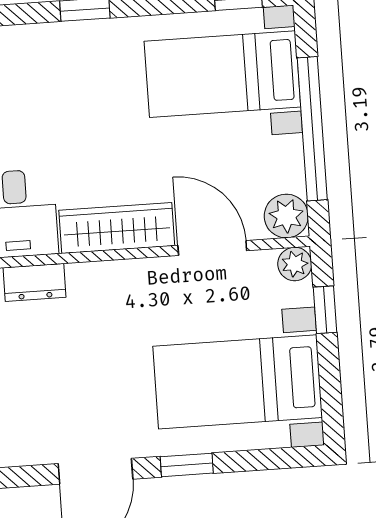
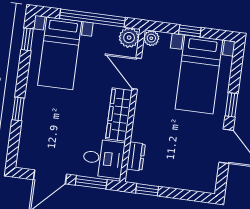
door: (212, 248) -> (137, 74), hinge flipped
window: (325, 310) -> (190, 31), moved

